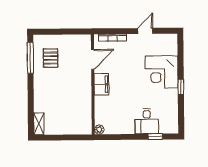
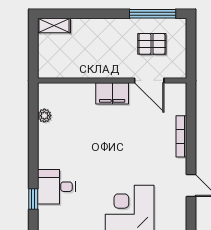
door: (93, 59) -> (149, 80), moved
wall: (93, 84) -> (112, 80), moved
filing cabinet: (101, 84) -> (112, 93), moved

